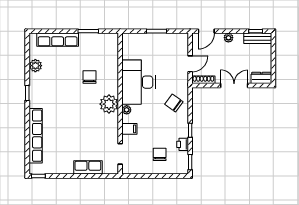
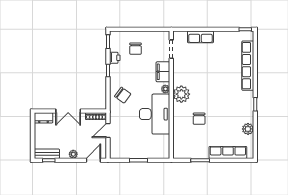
filing cabinet: (129, 129) -> (163, 72), width x2.00

